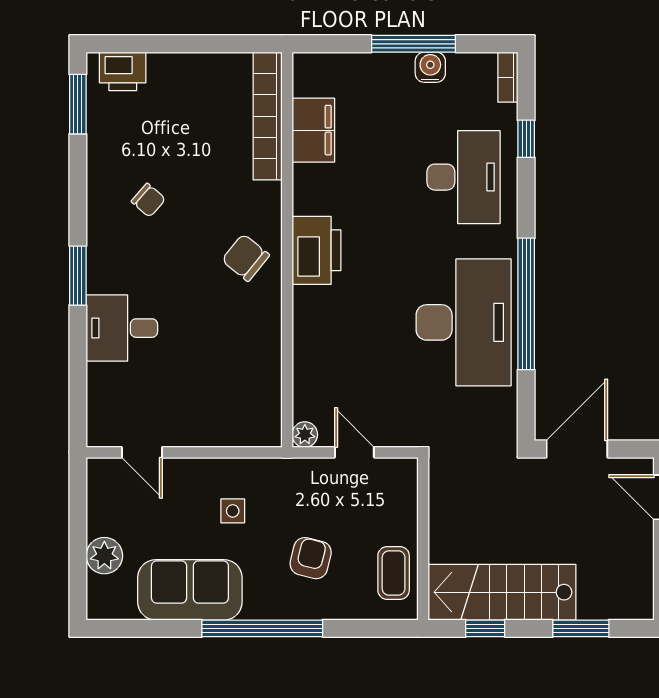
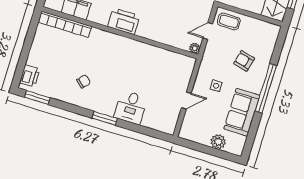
chair: (246, 258) -> (118, 50), removed
door: (142, 452) -> (186, 101), moved
coffee table: (394, 573) -> (229, 21), moved

